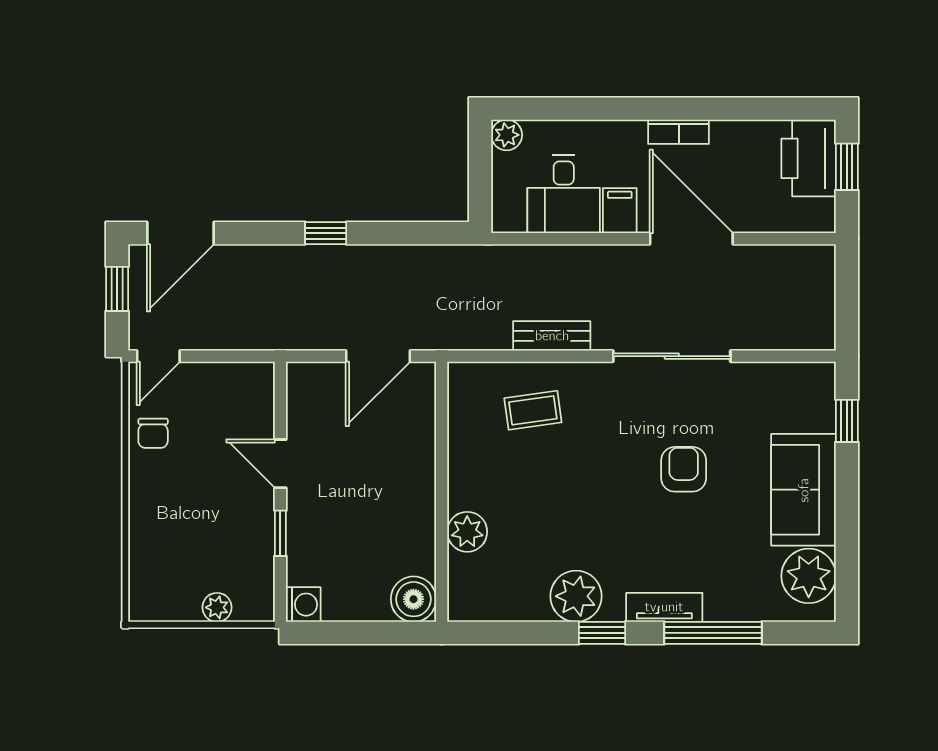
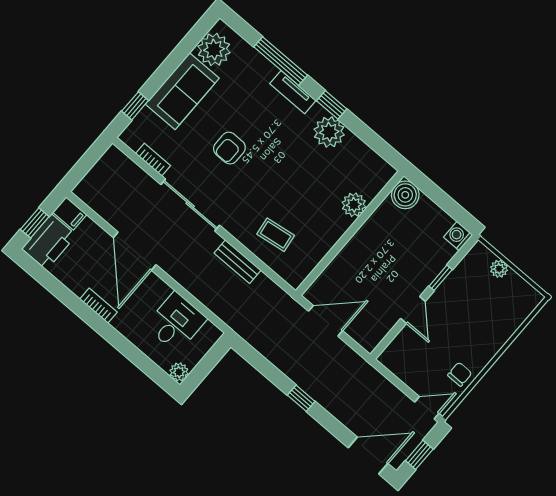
filing cabinet: (620, 211) -> (70, 213), moved, turned -90
bookcase: (767, 373) -> (153, 160), added

